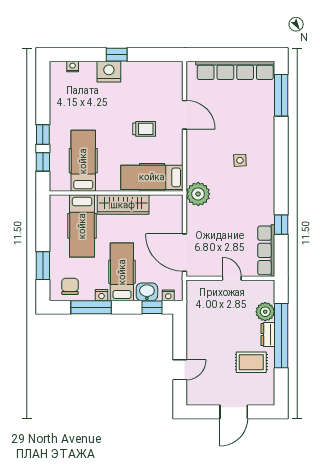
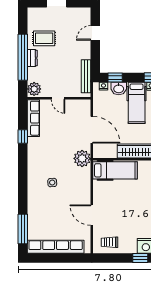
trolley: (144, 129) -> (109, 242), moved
door: (185, 253) -> (92, 130), moved
bench: (193, 309) -> (86, 76), added
plant: (265, 312) -> (34, 89), moved

